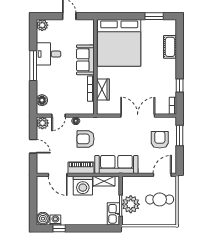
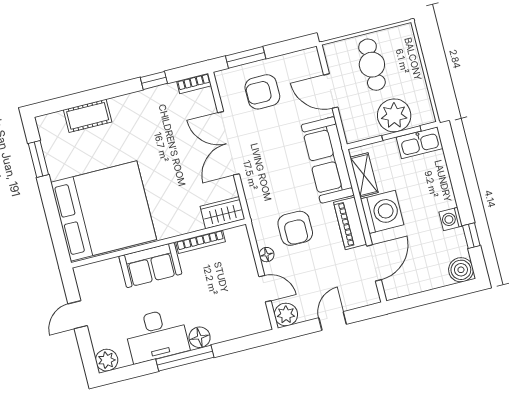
desk: (49, 54) -> (157, 335), width x1.37
wardrobe: (103, 89) -> (222, 213), moved
floor lamp: (42, 100) -> (200, 337), moved
door: (162, 175) -> (331, 91), moved
washing machine: (55, 220) -> (451, 219), moved

